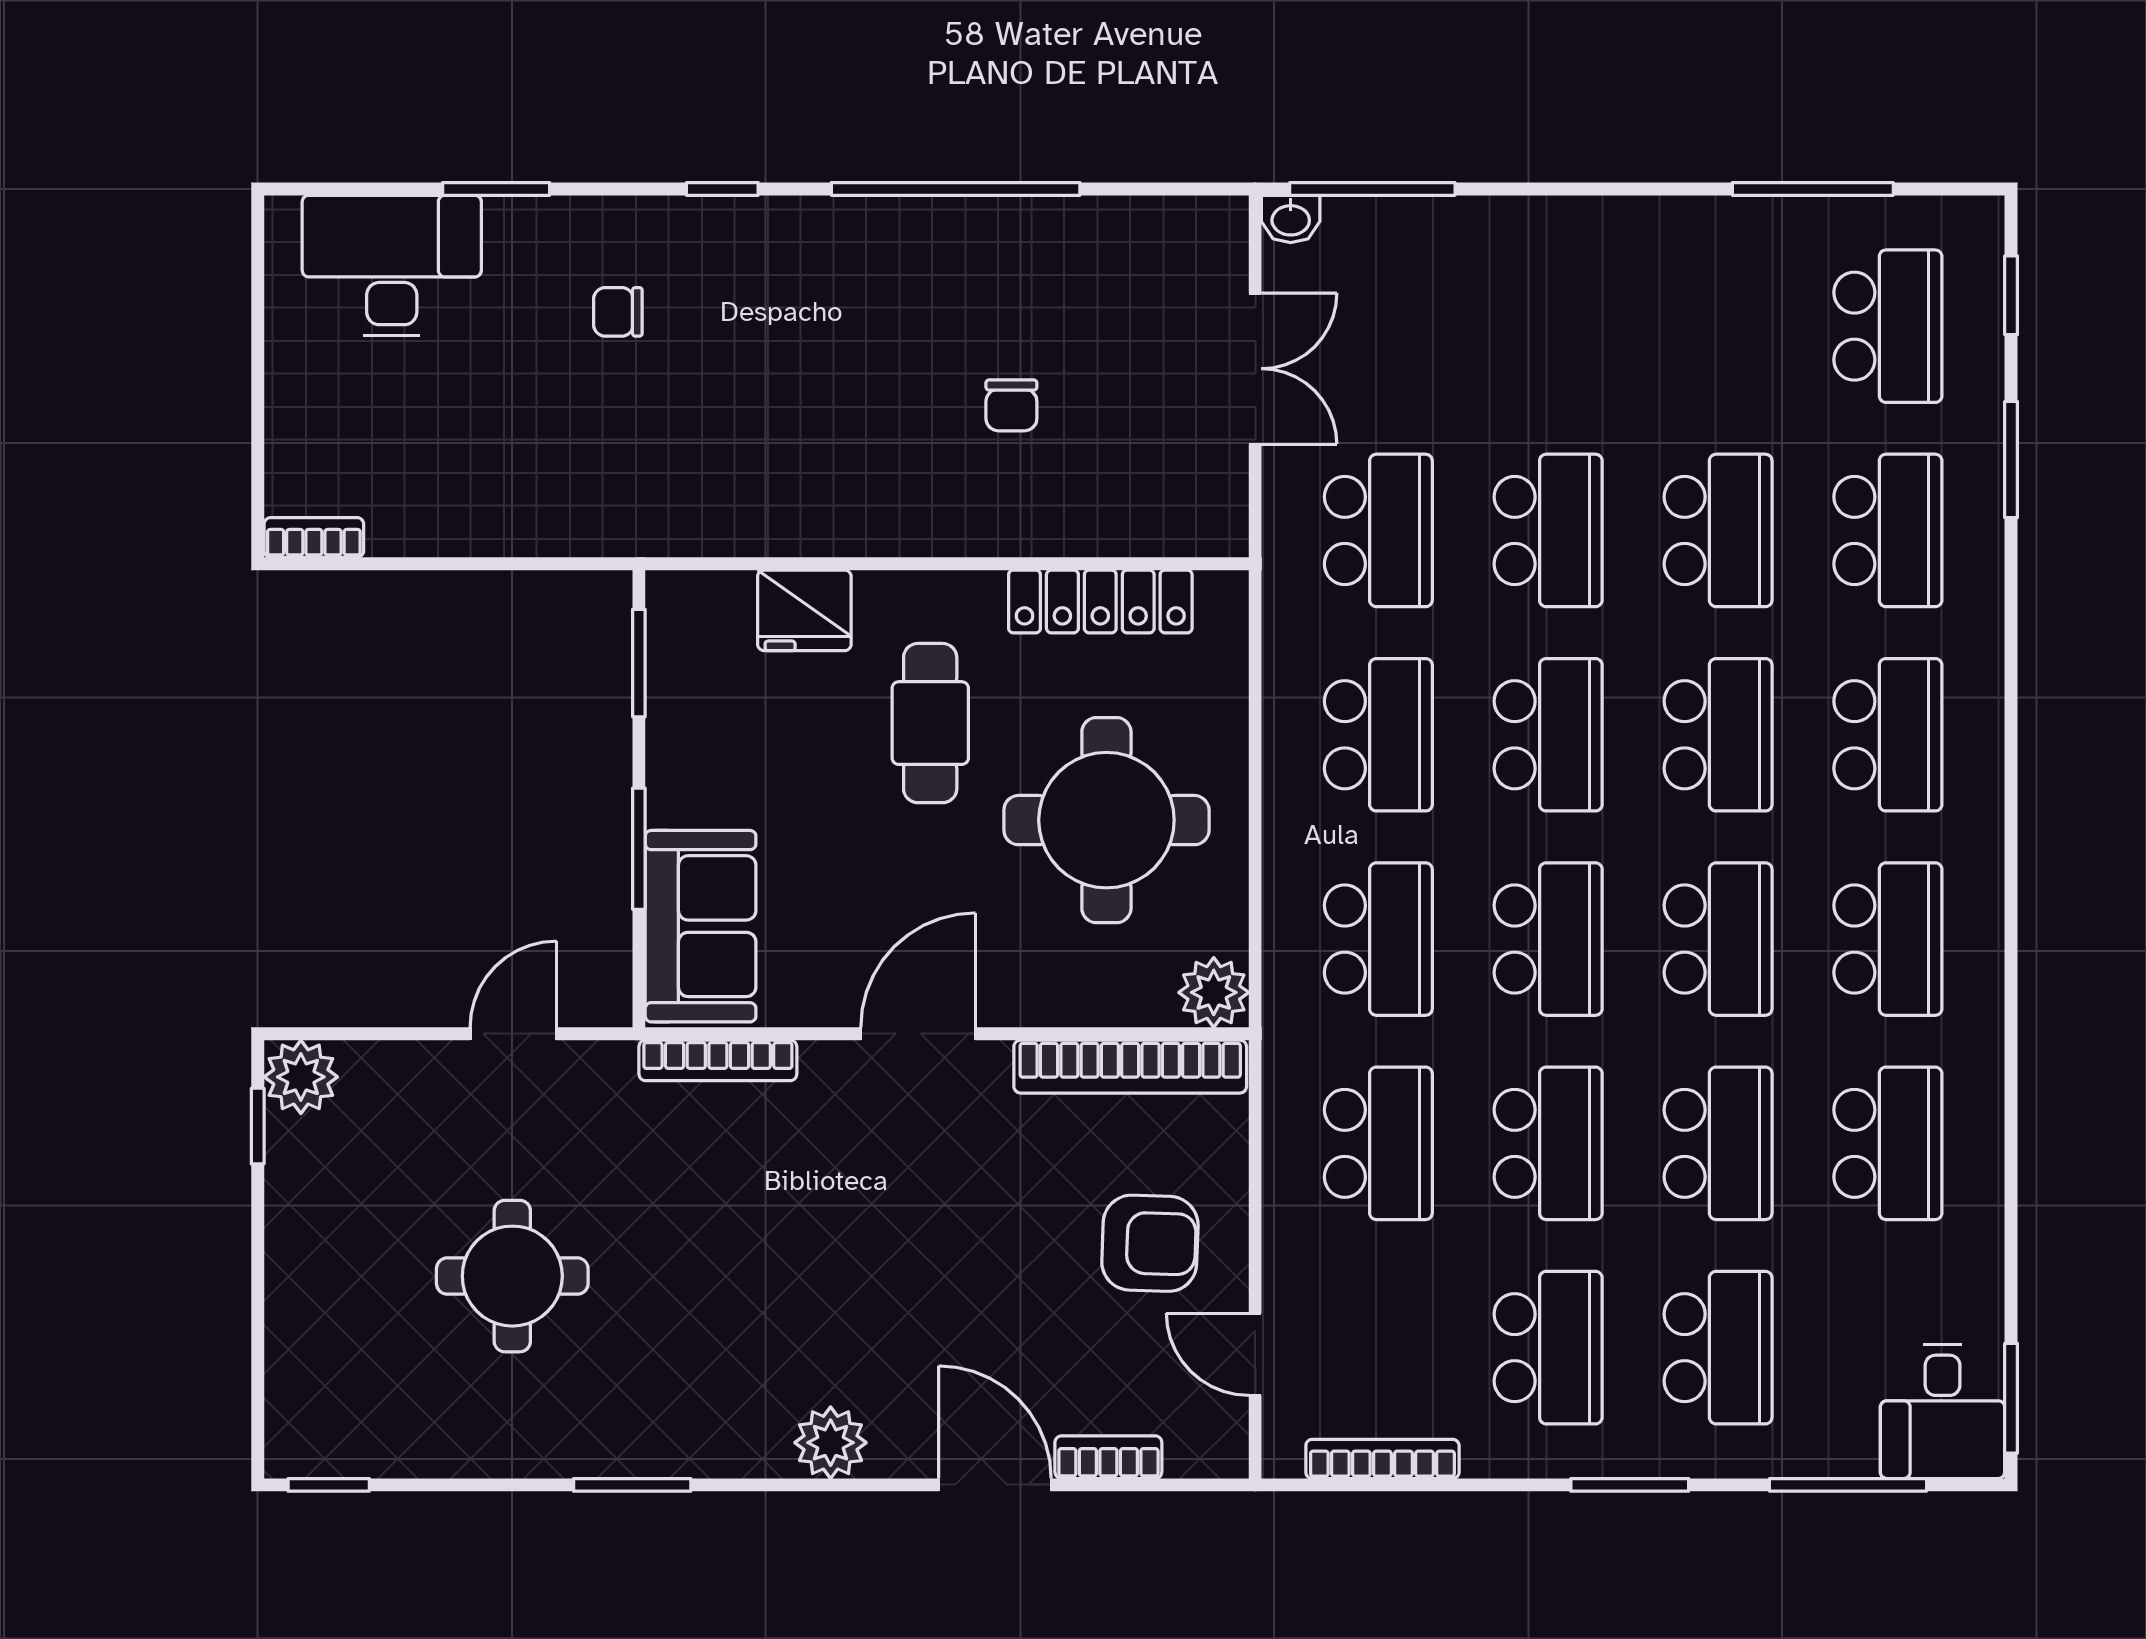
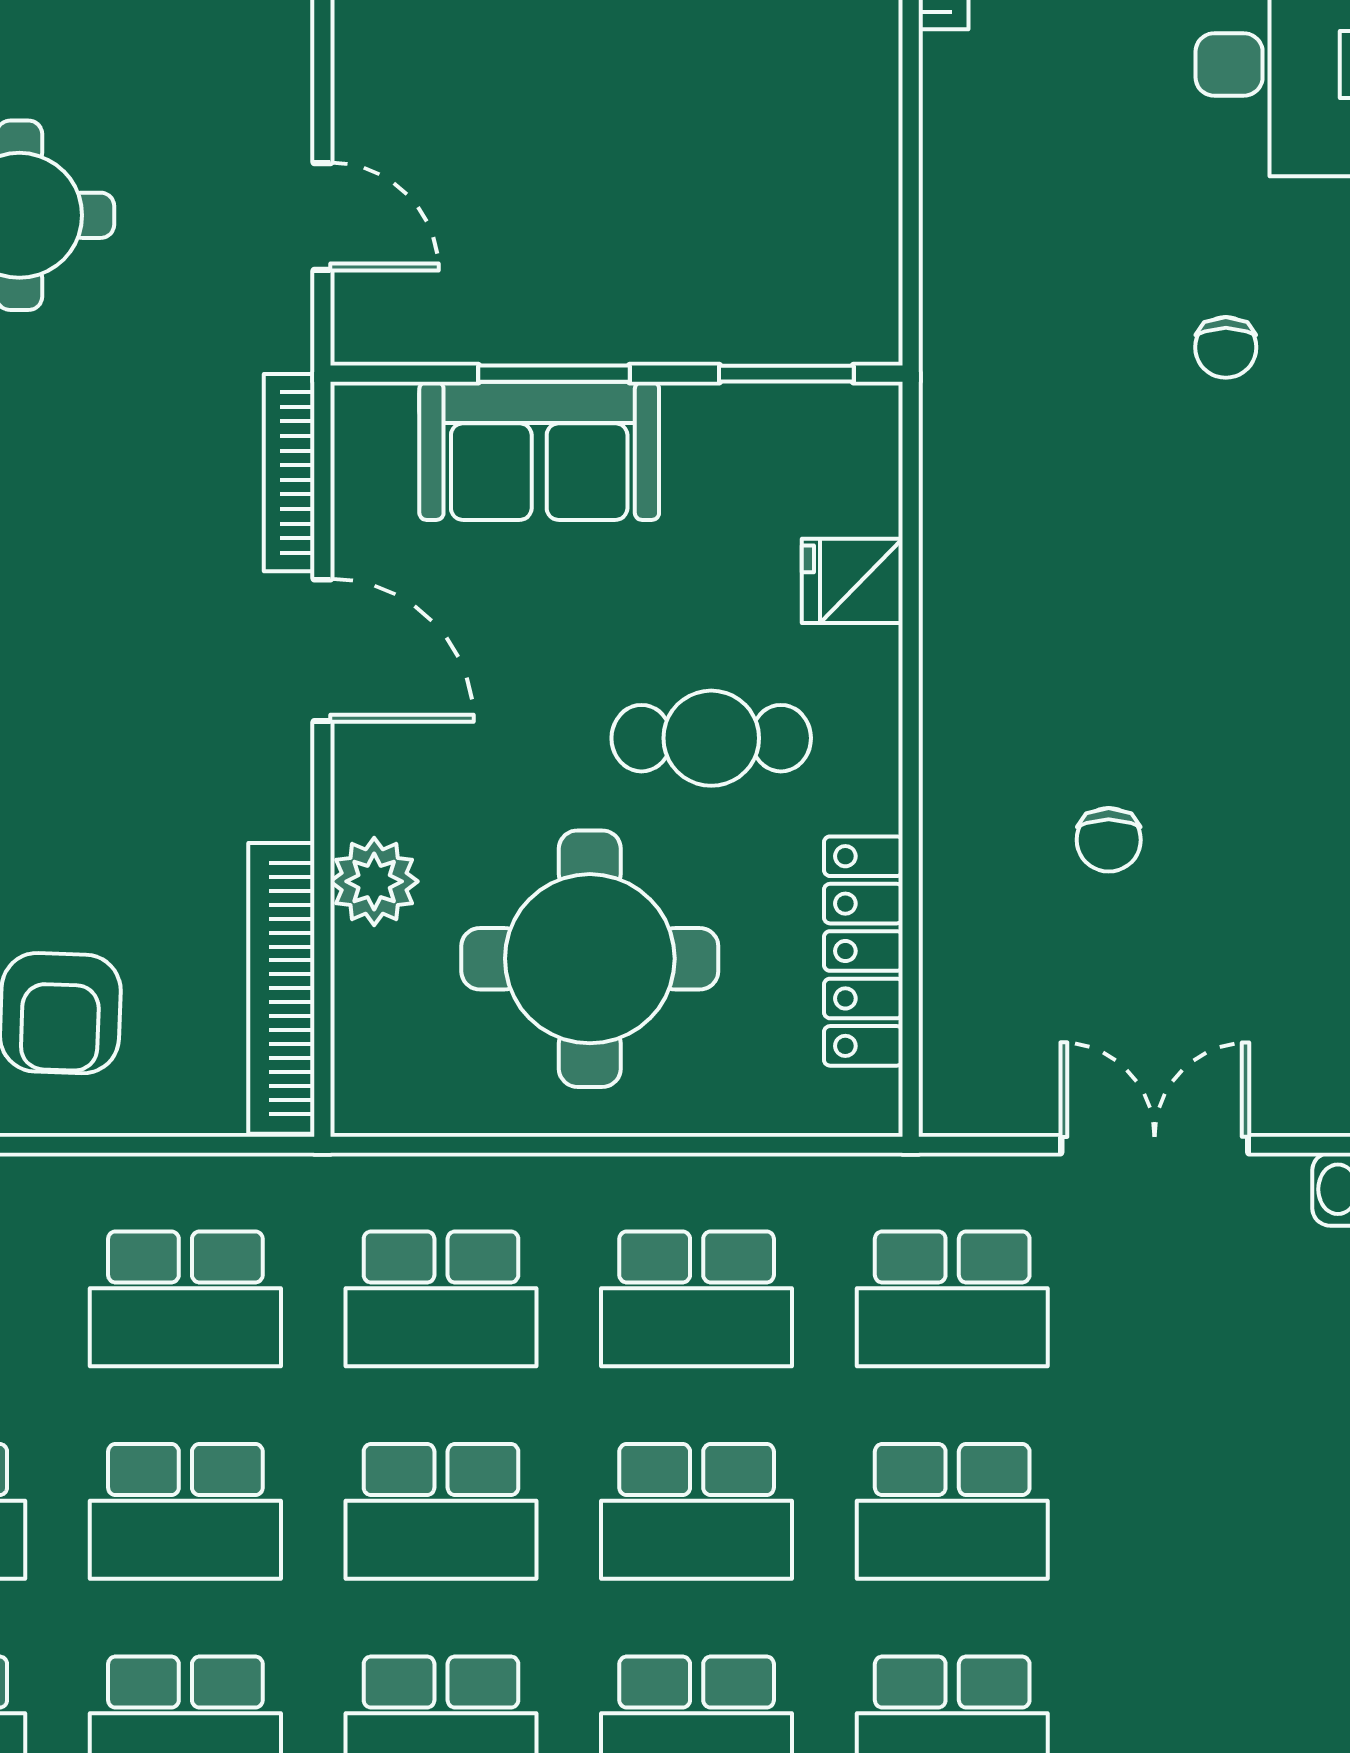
chair: (618, 312) -> (1226, 347), turned 180
double door: (1255, 369) -> (1155, 1145), swing flipped
chair: (1011, 405) -> (1109, 840), turned -90
fridge: (804, 610) -> (852, 581), width x0.72
sofa: (701, 926) -> (539, 451), moved
plant: (1214, 992) -> (374, 881), moved
door: (918, 1034) -> (322, 650), moved

